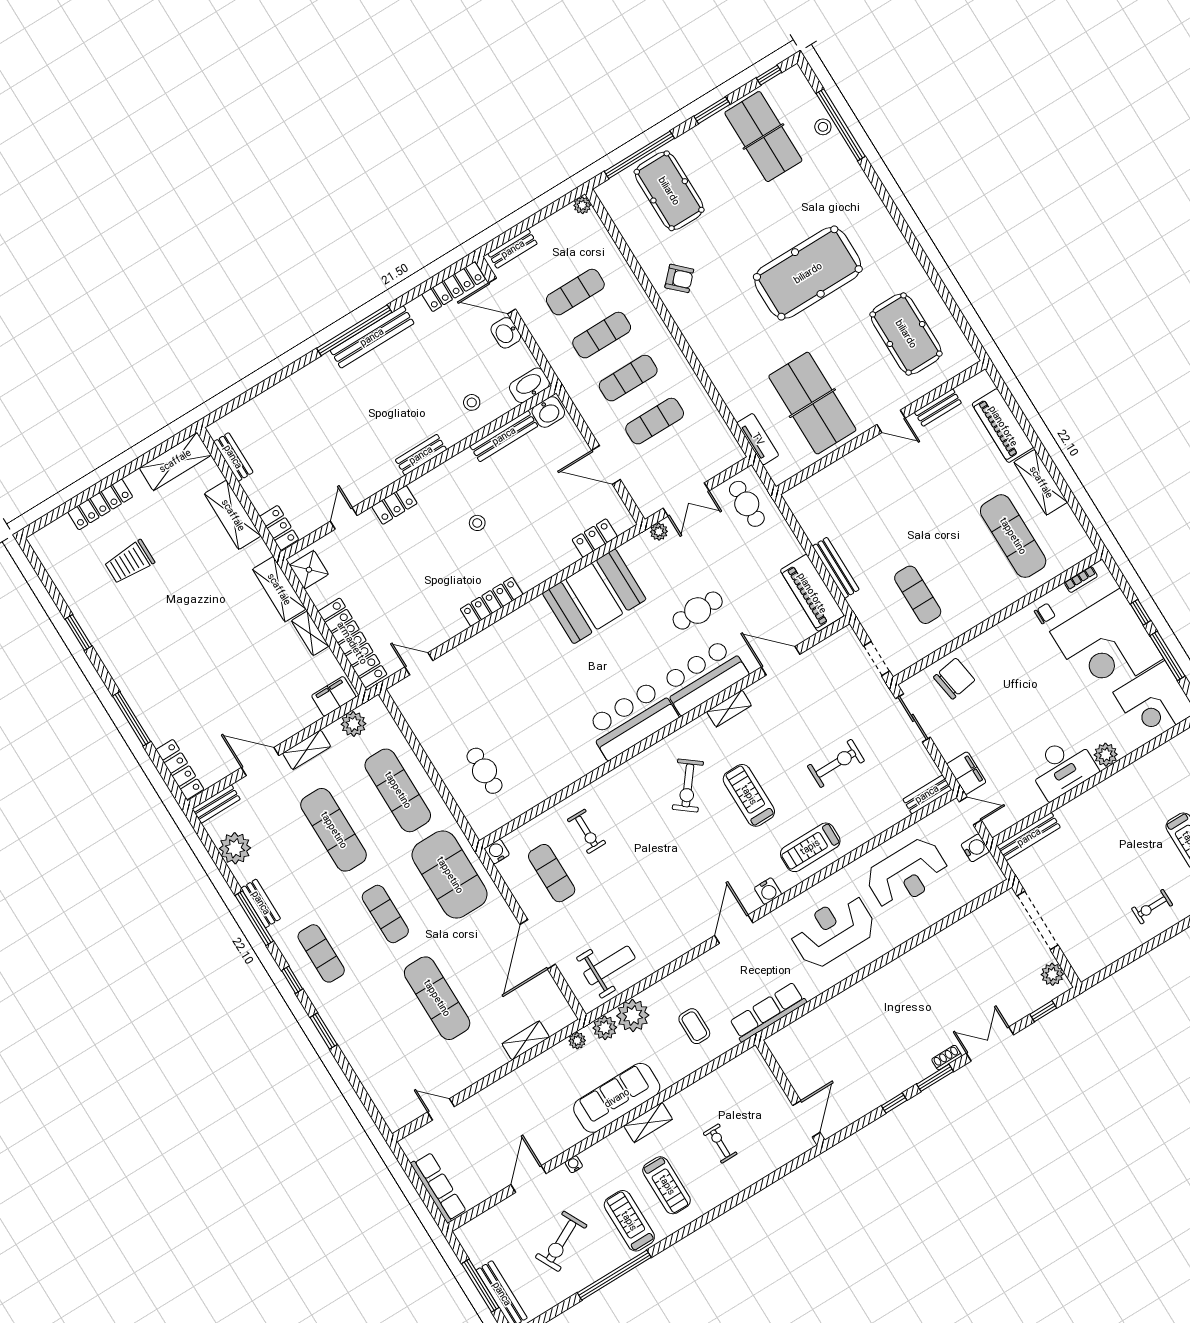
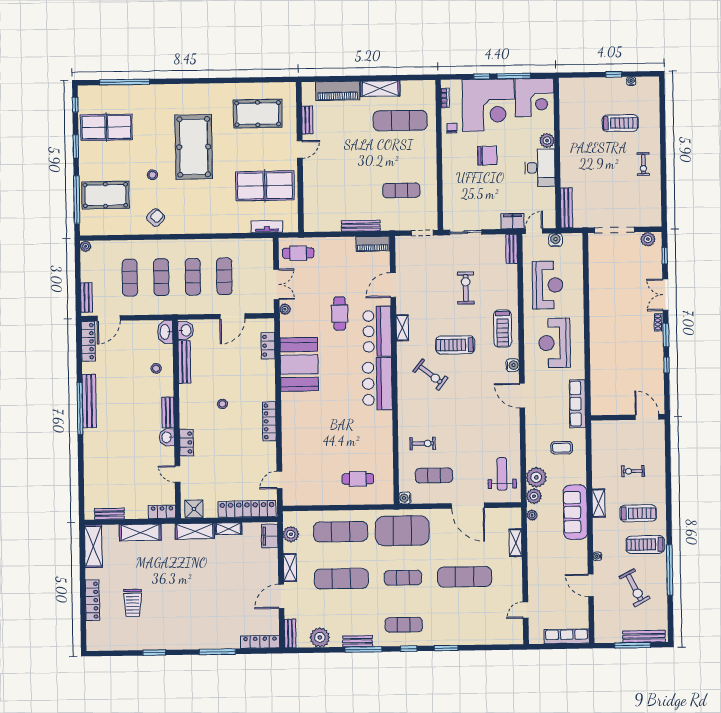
stool: (823, 127) -> (152, 175), moved
washbasin: (506, 333) -> (167, 437), moved, turned 90
piano: (812, 593) -> (373, 244), width x0.73, depth x0.75
chair: (954, 679) -> (487, 156), moved, turned 99

